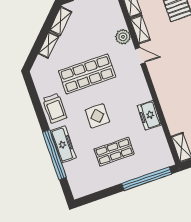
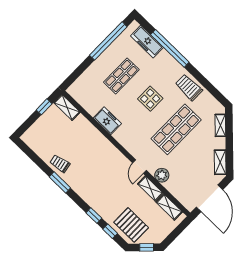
shelving: (48, 45) -> (220, 125), moved
door: (140, 56) -> (139, 167), hinge flipped
freezer: (63, 144) -> (147, 42), moved
window: (147, 179) -> (108, 41), moved

